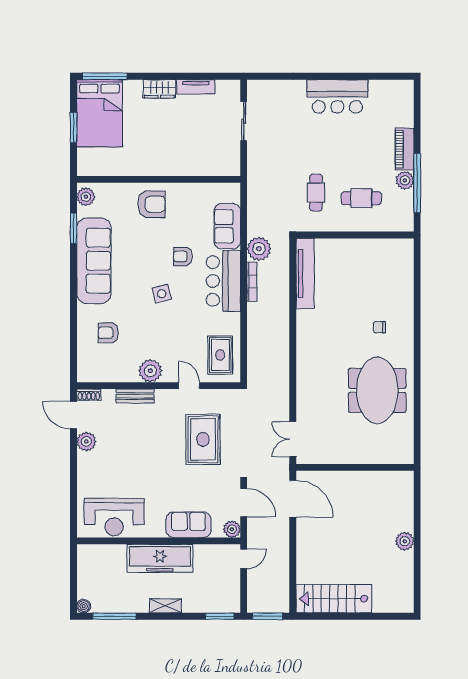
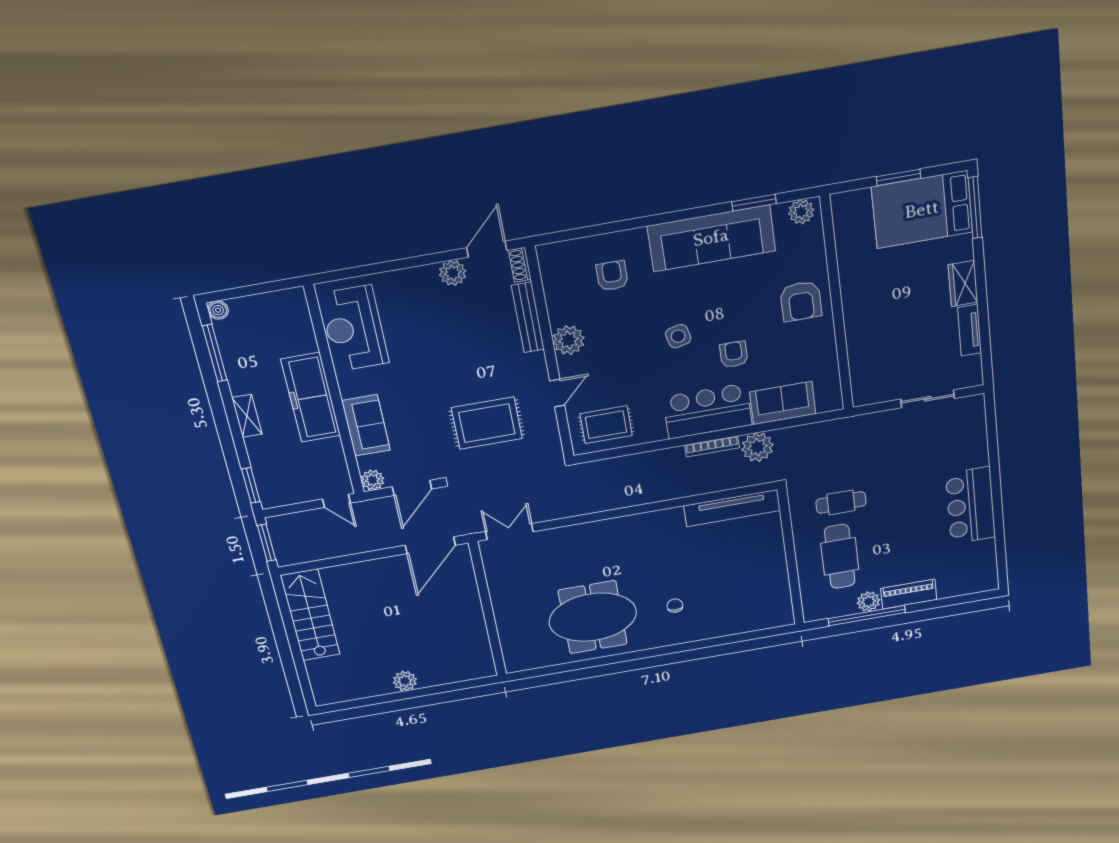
cafe table: (361, 198) -> (840, 556), width x1.37, depth x1.35
bench: (135, 396) -> (528, 317), width x1.36

